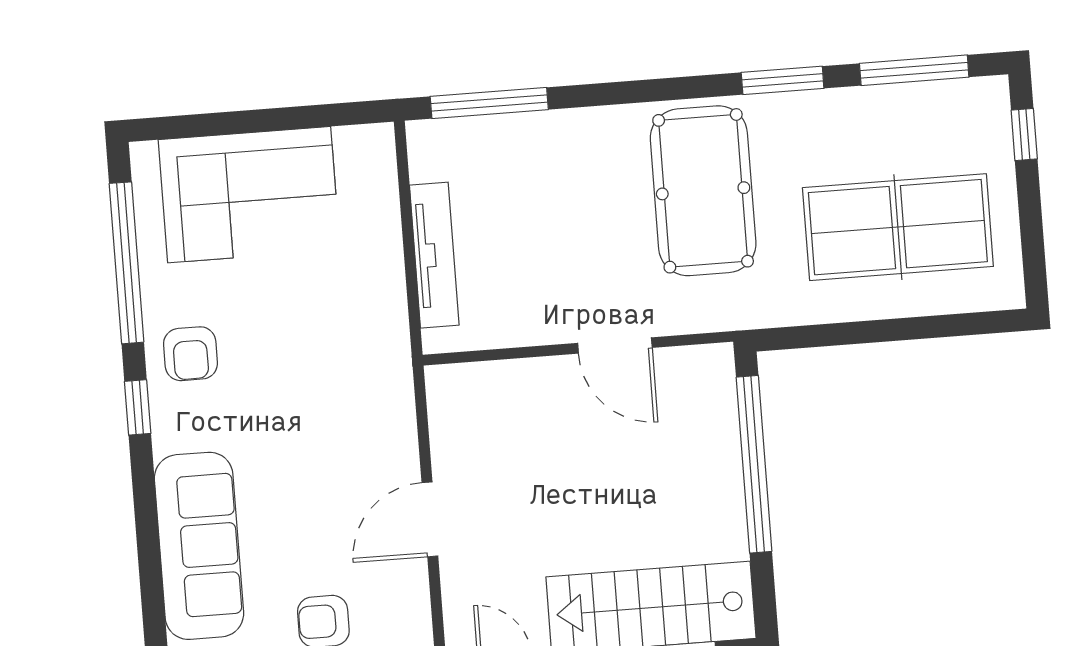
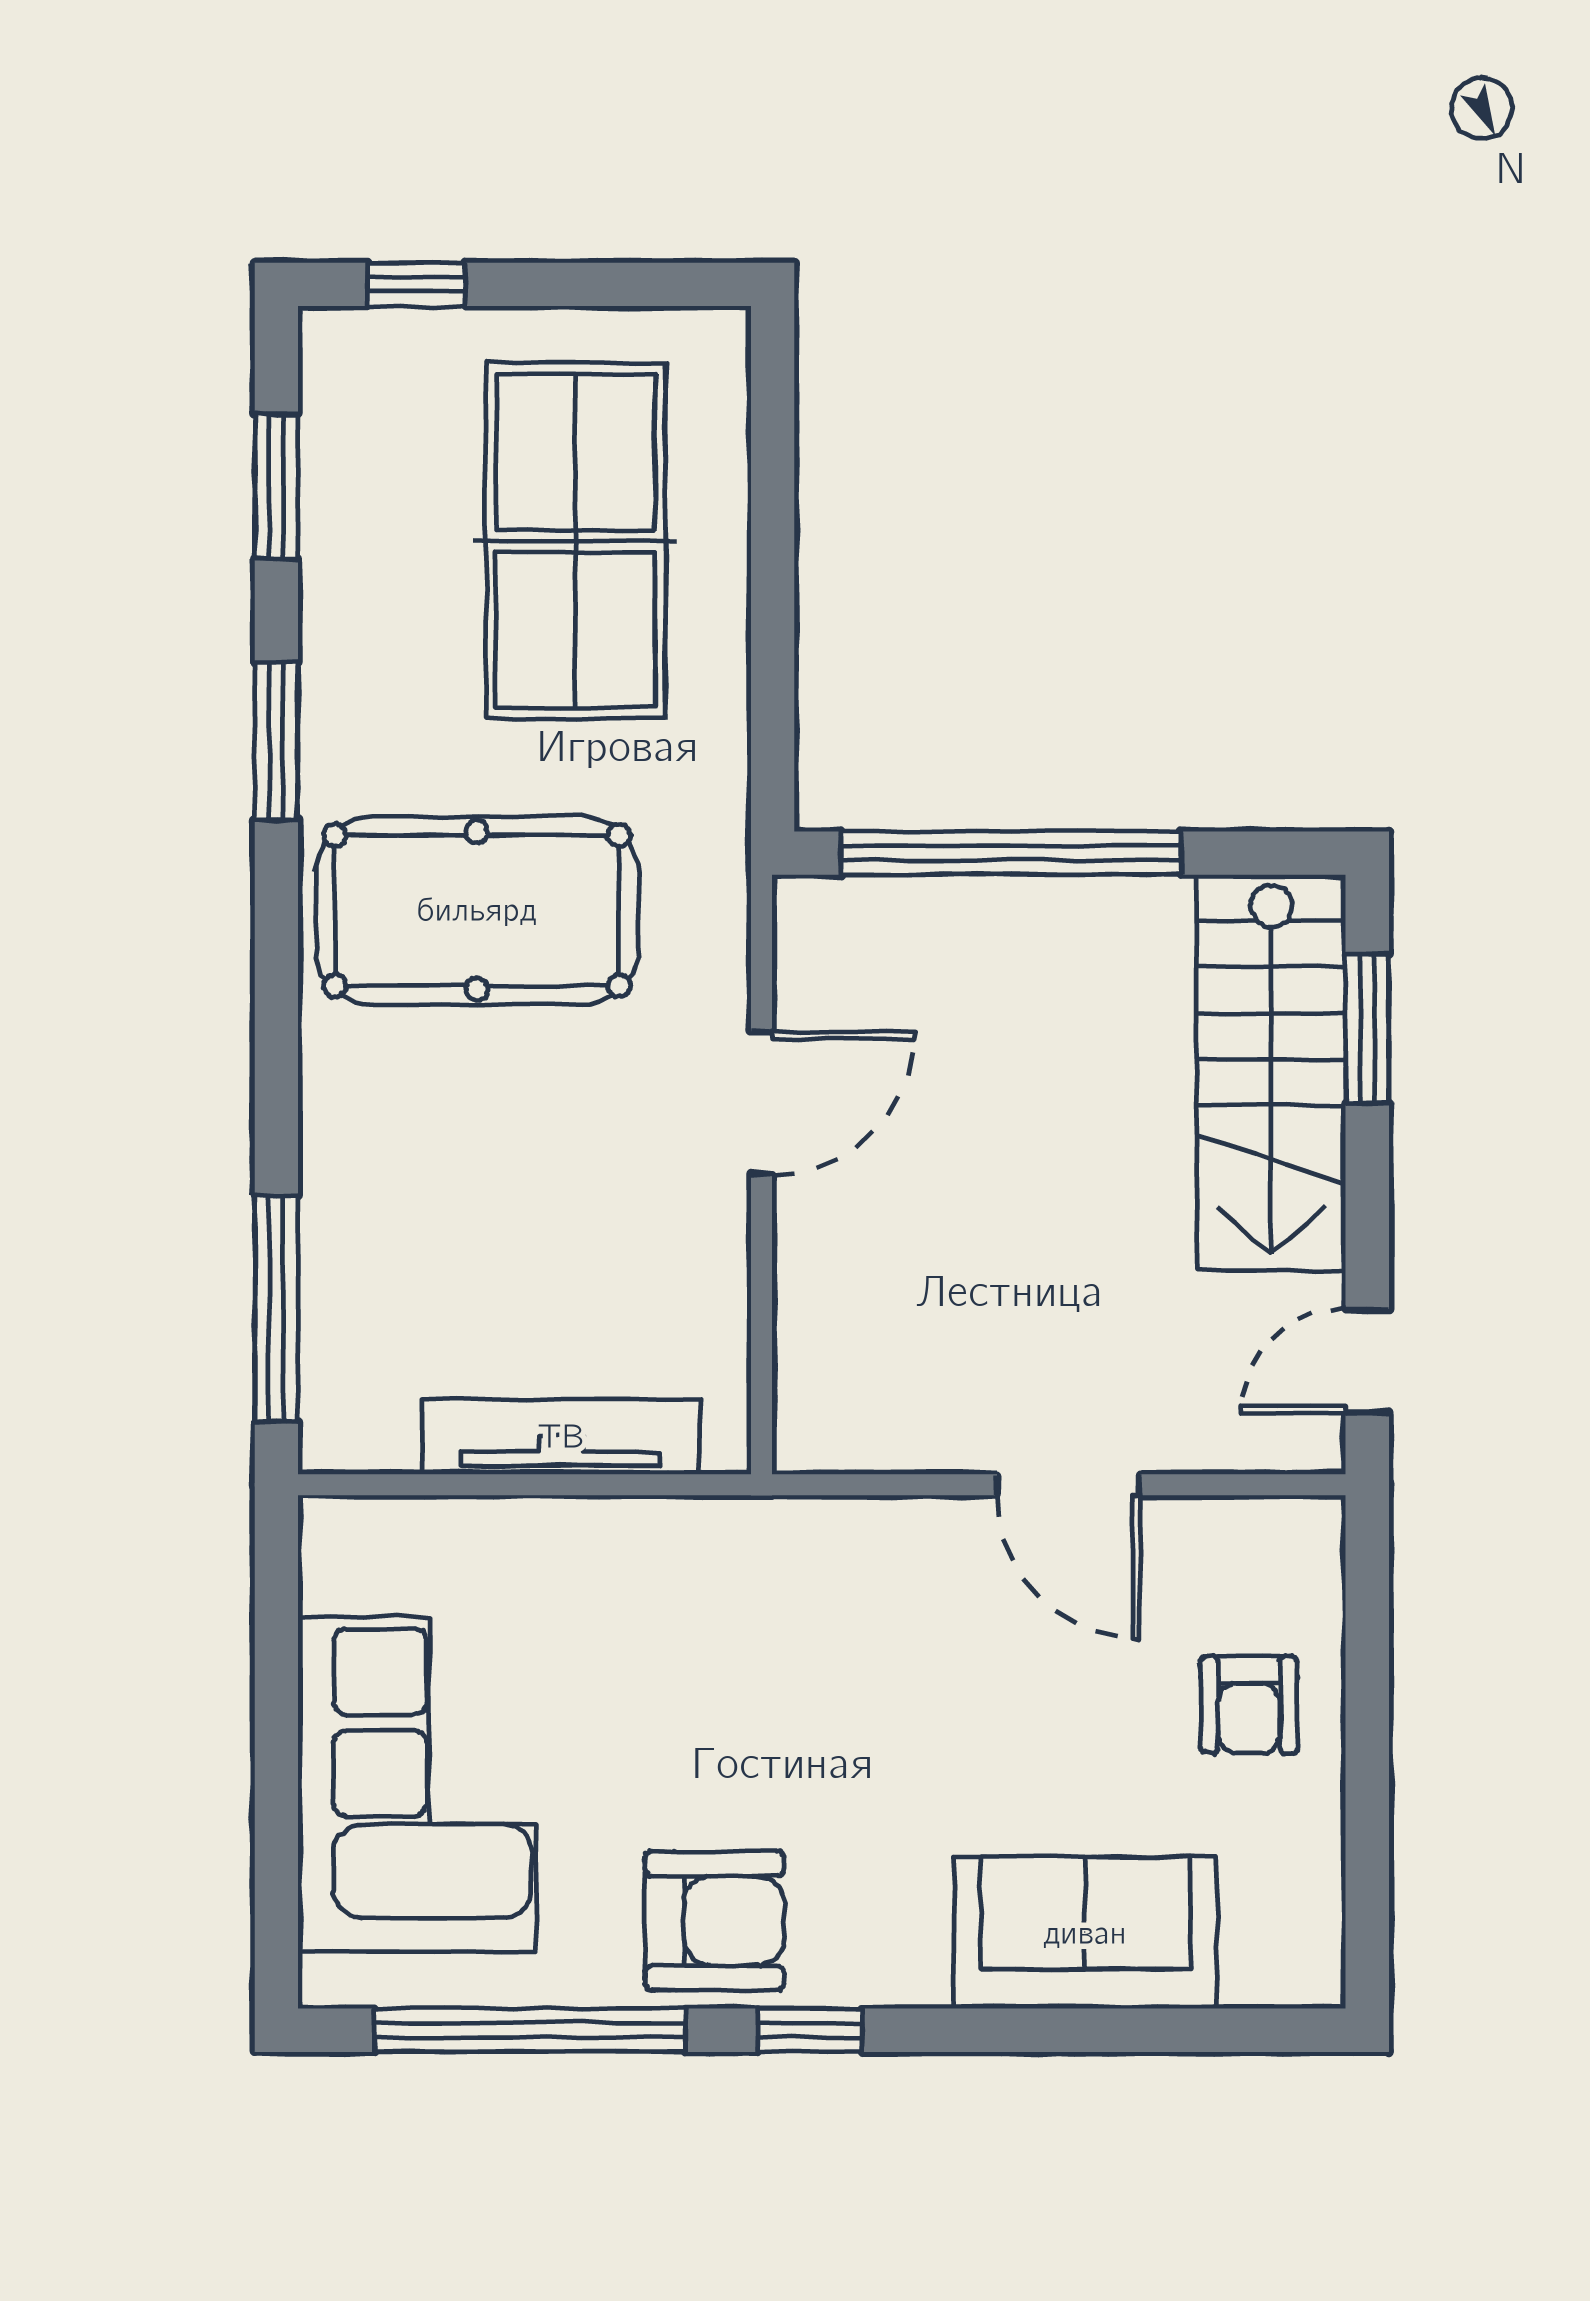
window: (914, 70) -> (276, 486), width x0.69
armchair: (190, 354) -> (715, 1921), width x1.38, depth x1.38
sofa: (199, 546) -> (1085, 1933), width x0.73

